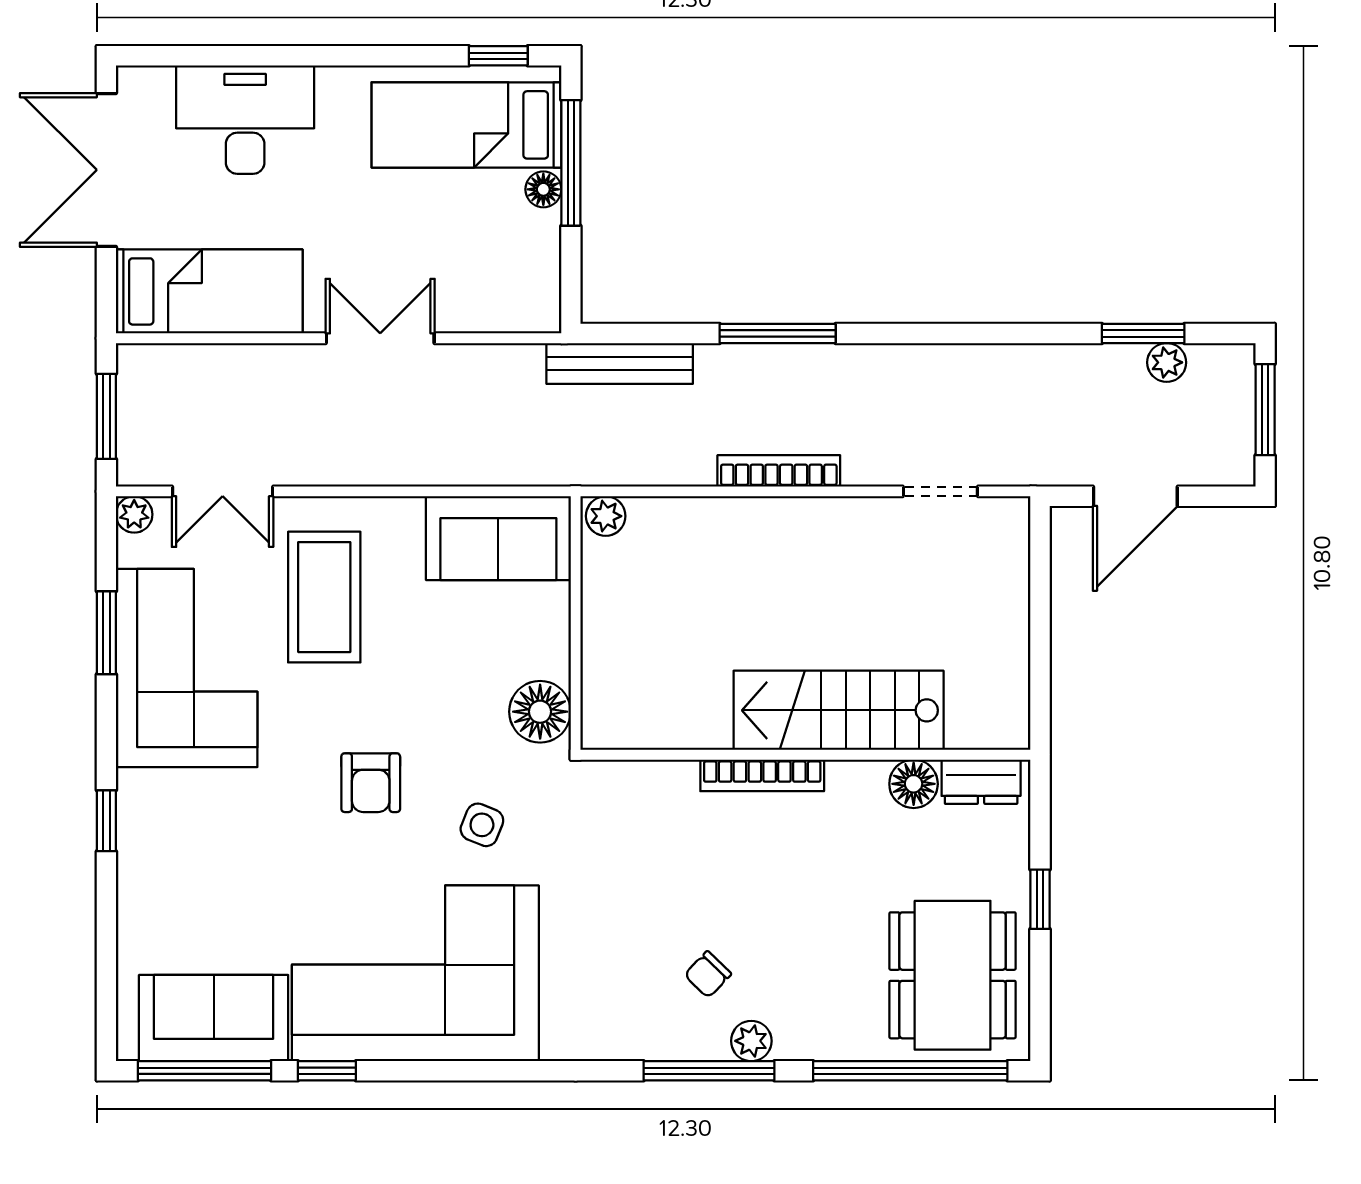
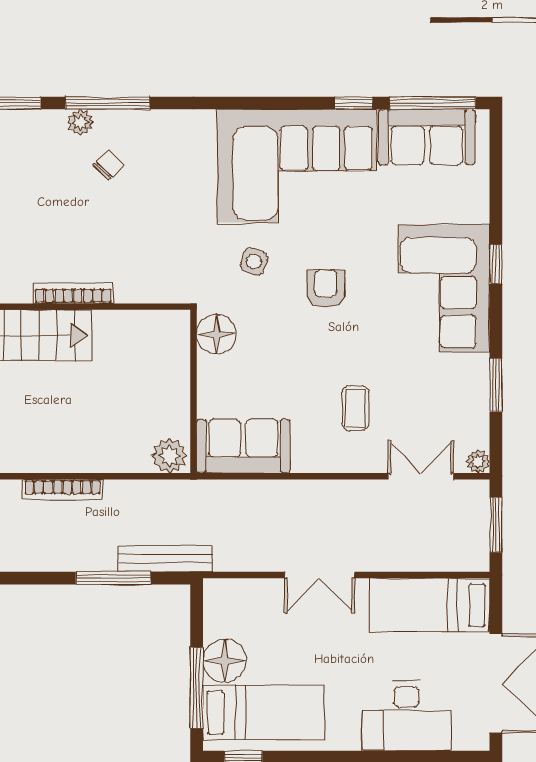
floor lamp: (543, 189) -> (225, 661), width x1.89, depth x1.89
window: (778, 333) -> (113, 578), moved
plant: (606, 516) -> (169, 456), width x1.38, depth x1.38
coffee table: (324, 597) -> (355, 408), width x0.54, depth x0.58
corner sofa: (187, 668) -> (444, 288), moved

